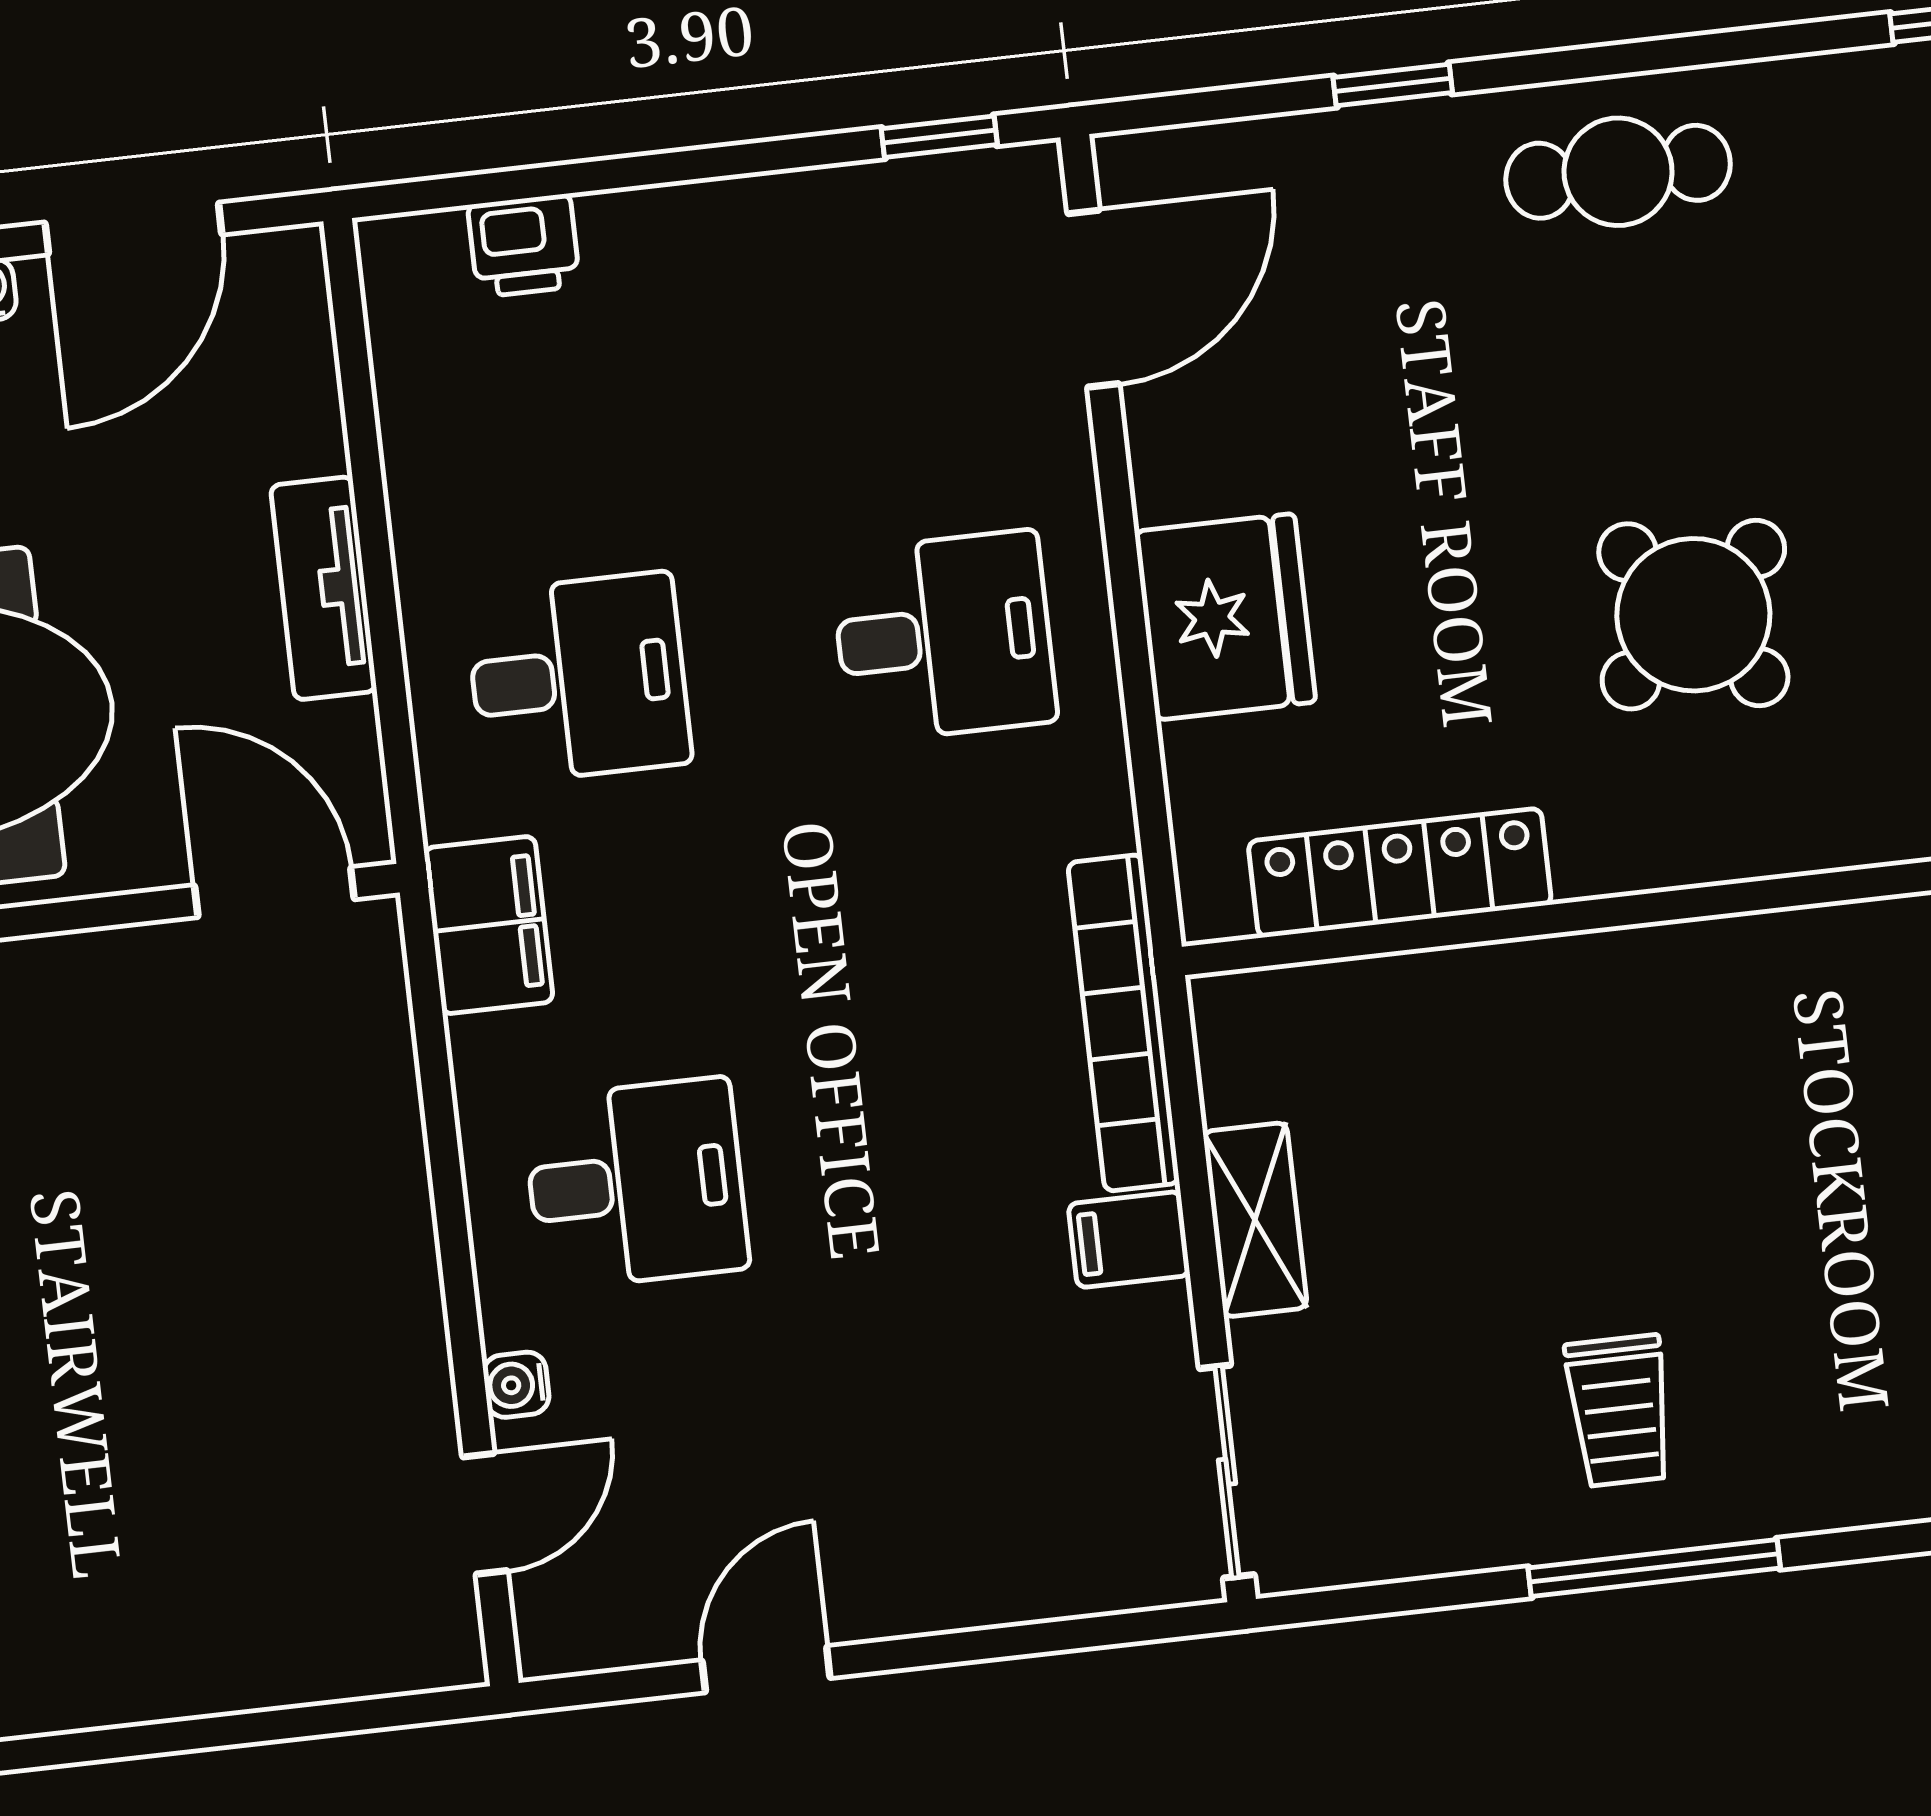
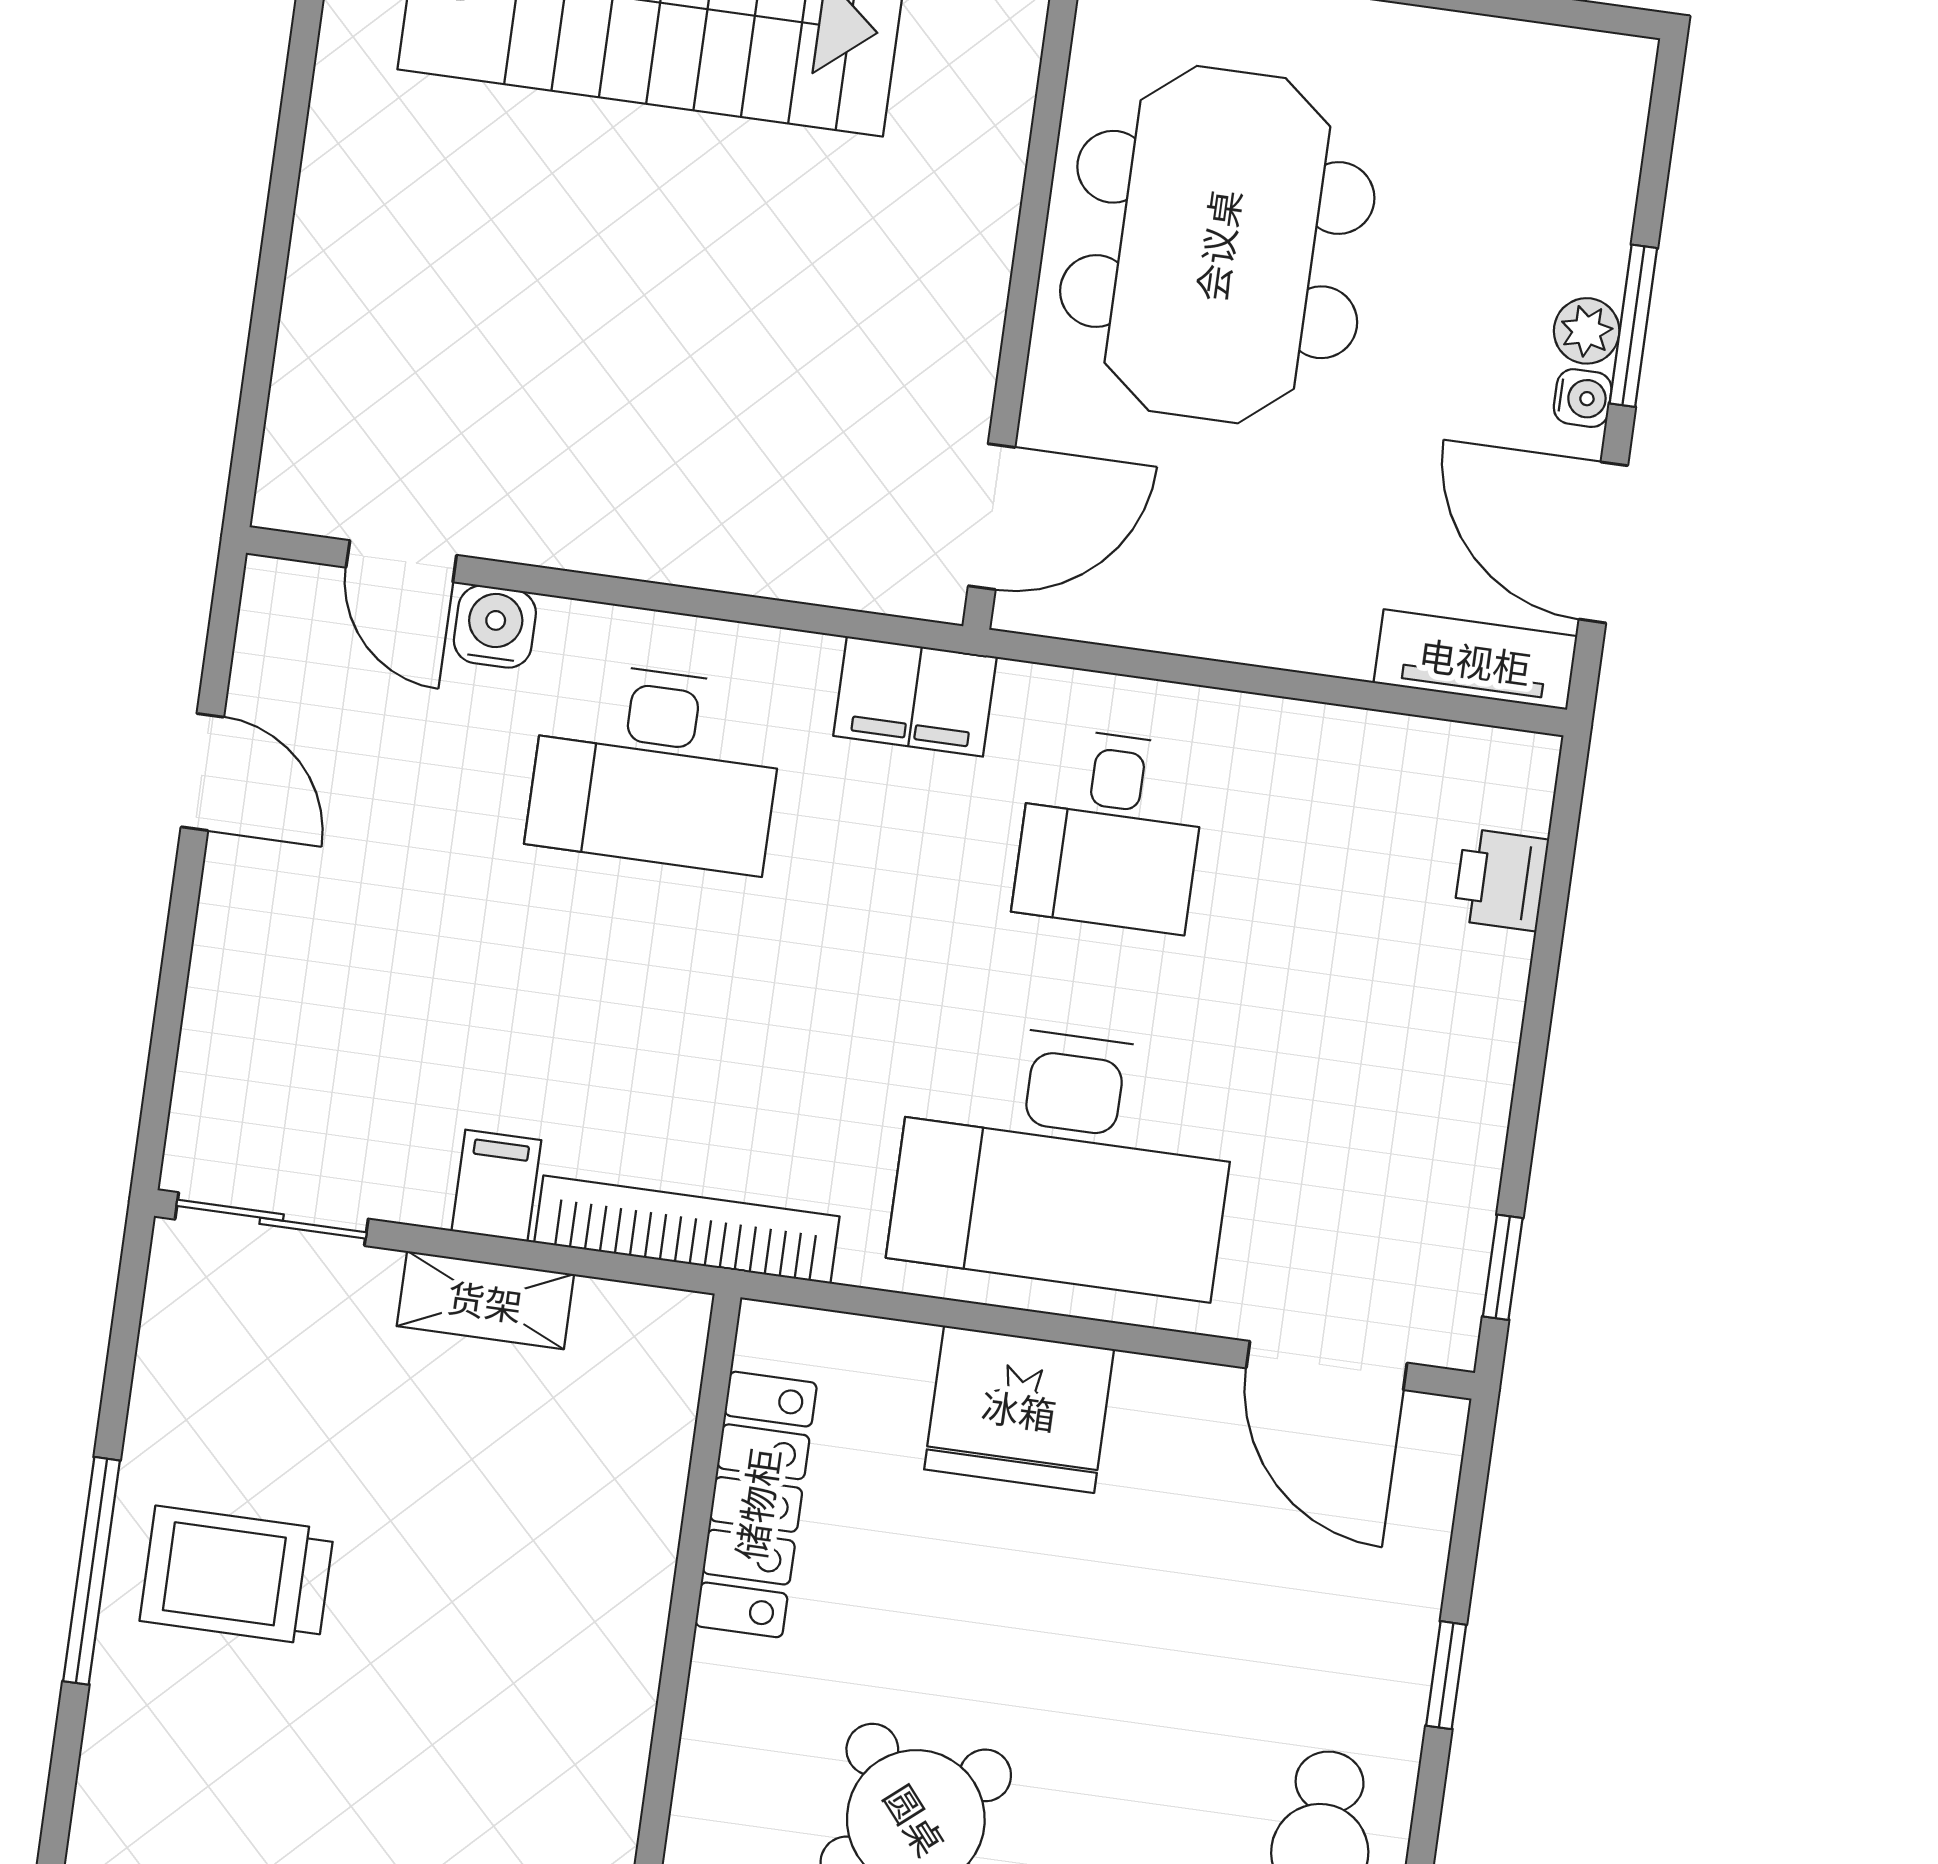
tv unit: (324, 588) -> (1475, 660), moved
desk: (944, 637) -> (1065, 1159), width x1.87, depth x1.30
desk: (636, 1184) -> (656, 767), width x1.37
water cooler: (516, 1385) -> (495, 627), width x1.38, depth x1.38
trolley: (1619, 1411) -> (237, 1576), width x1.36, depth x1.39

